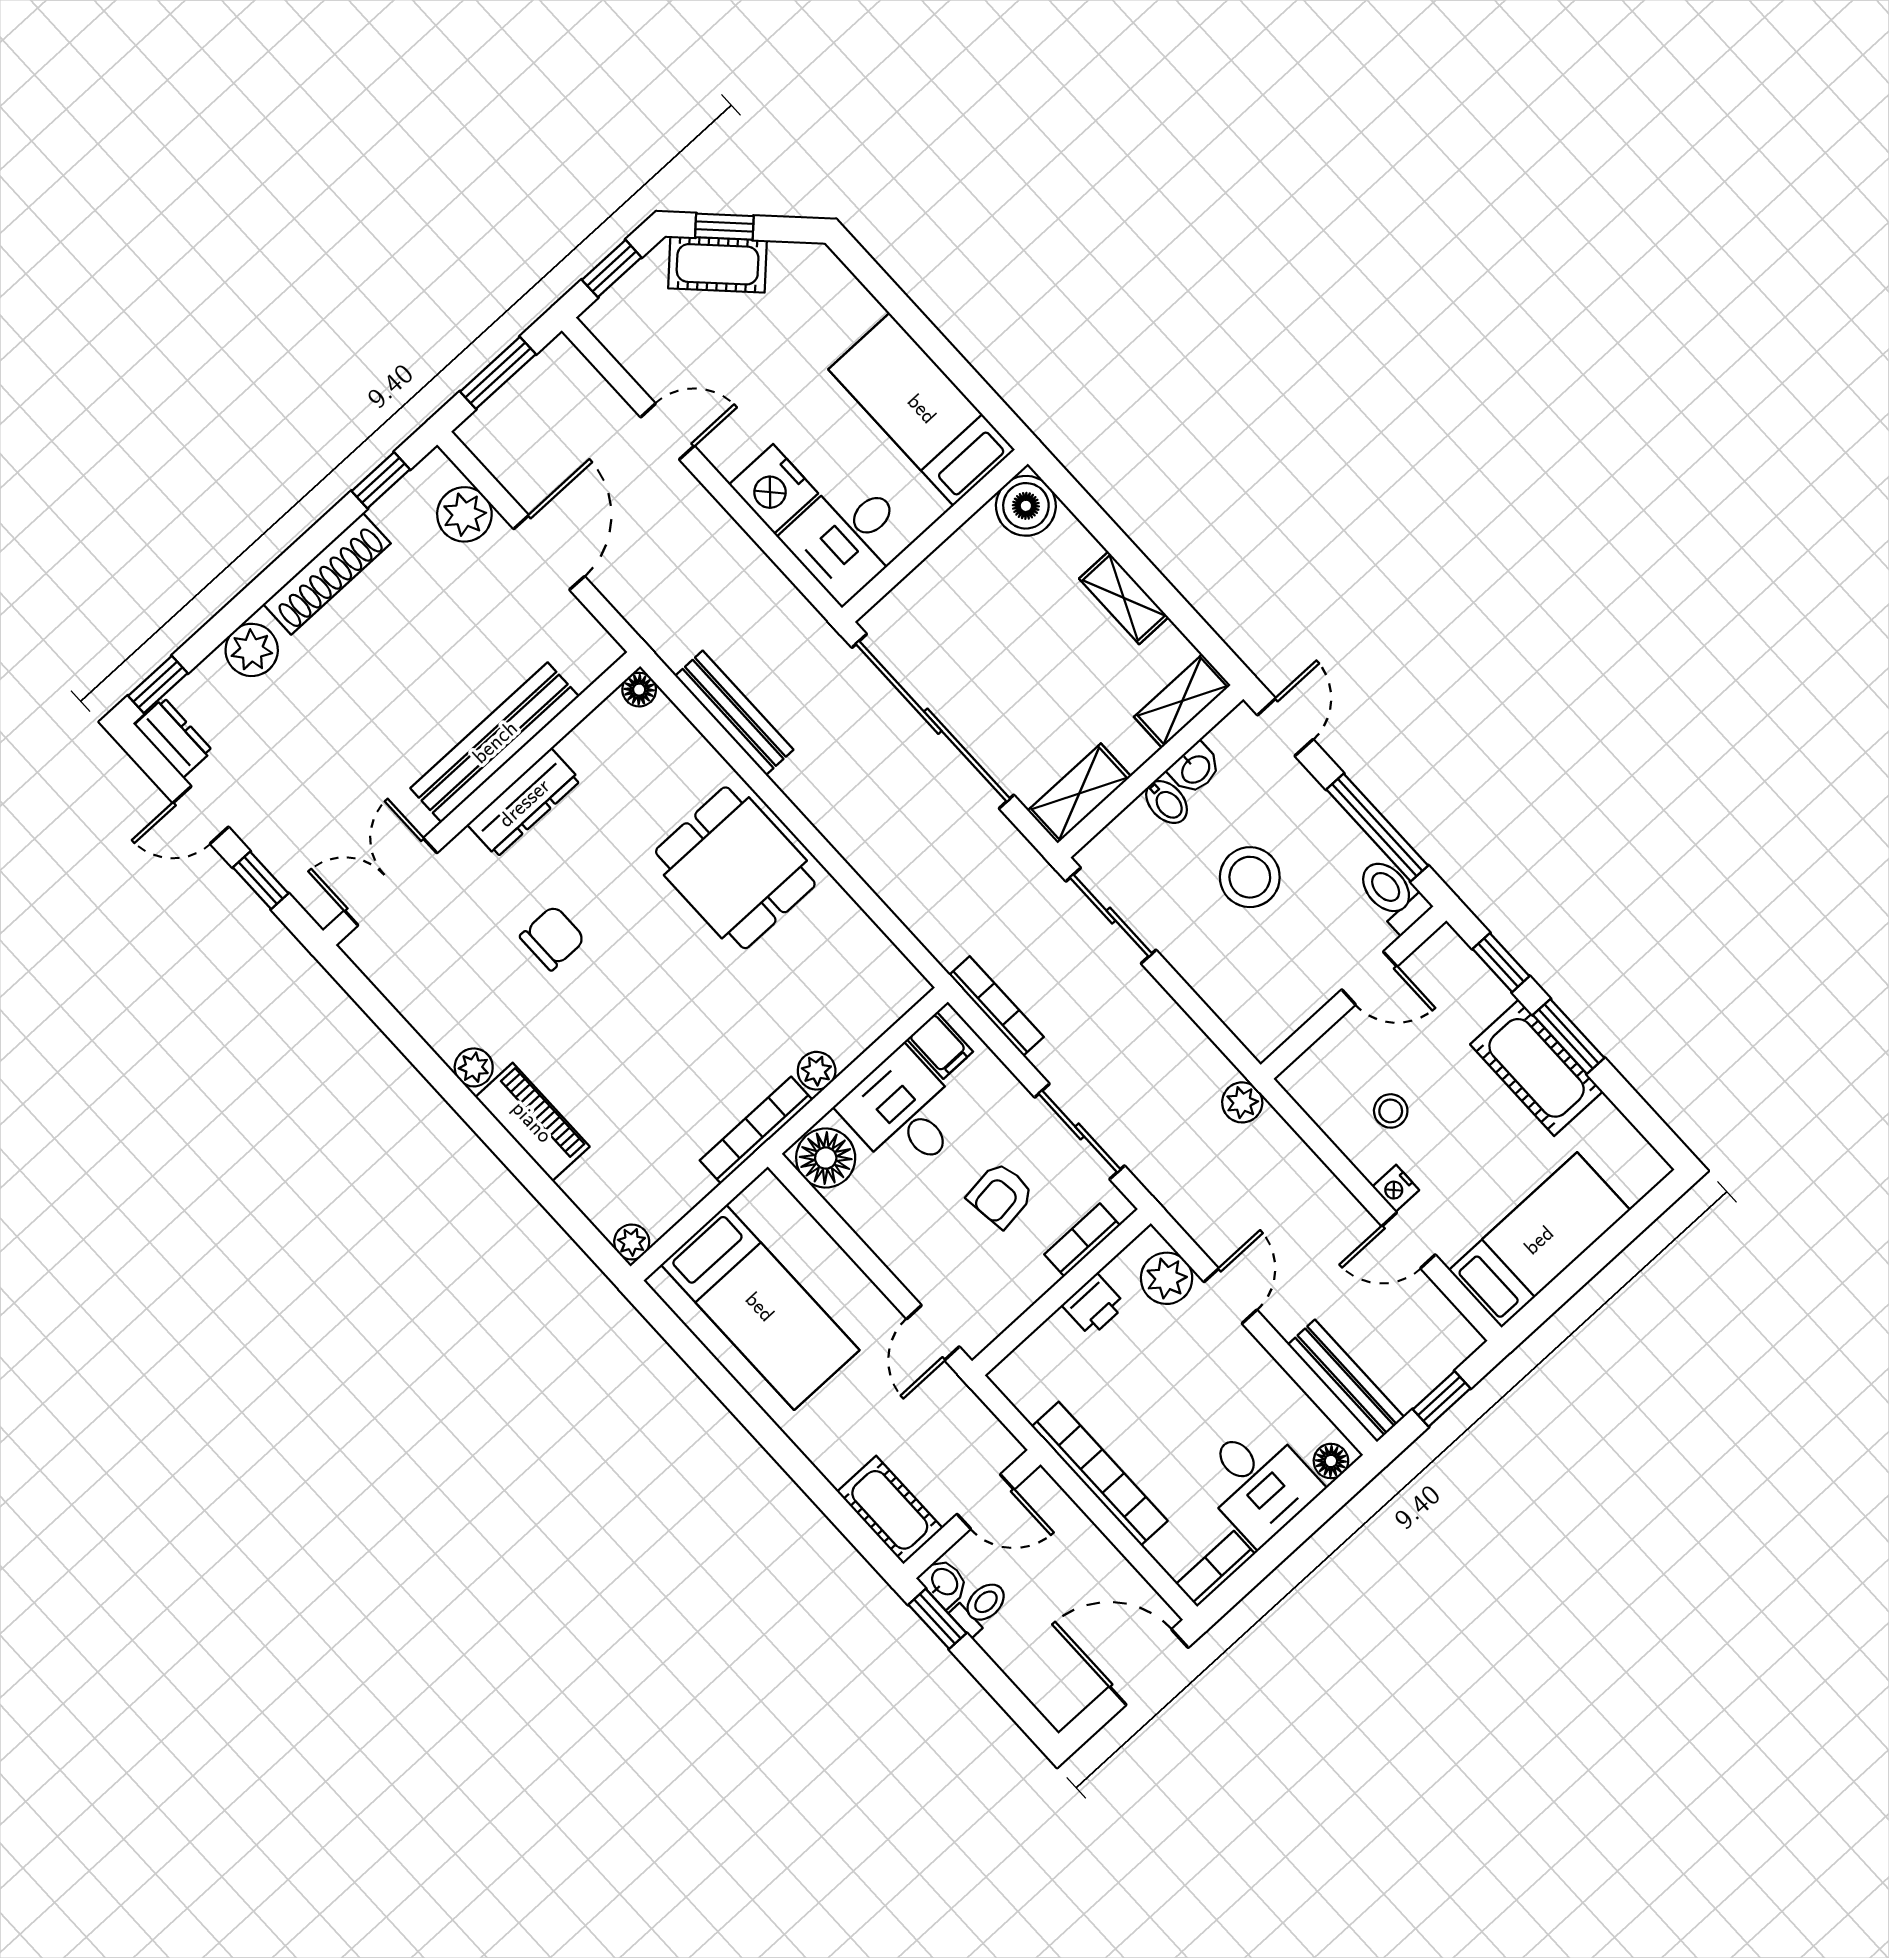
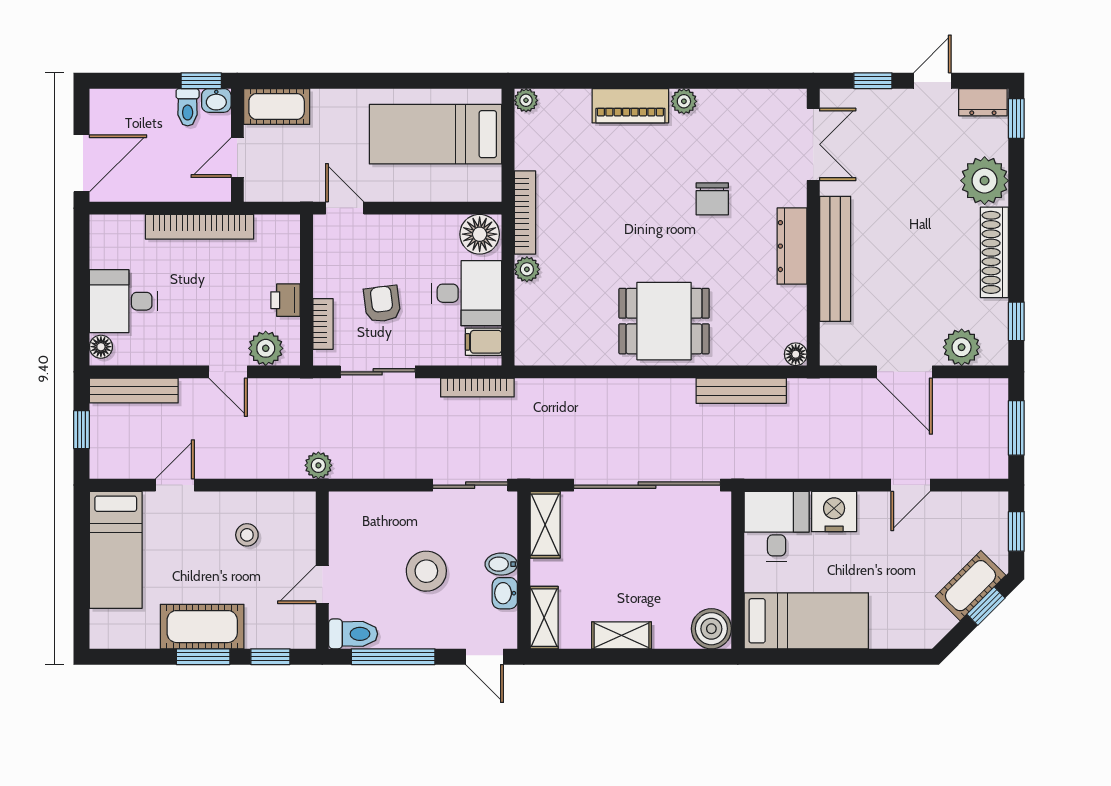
plant: (252, 650) -> (985, 181), width x1.36, depth x1.36
nightstand: (1396, 1188) -> (206, 502), removed
bookcase: (1215, 1569) -> (100, 241), removed

